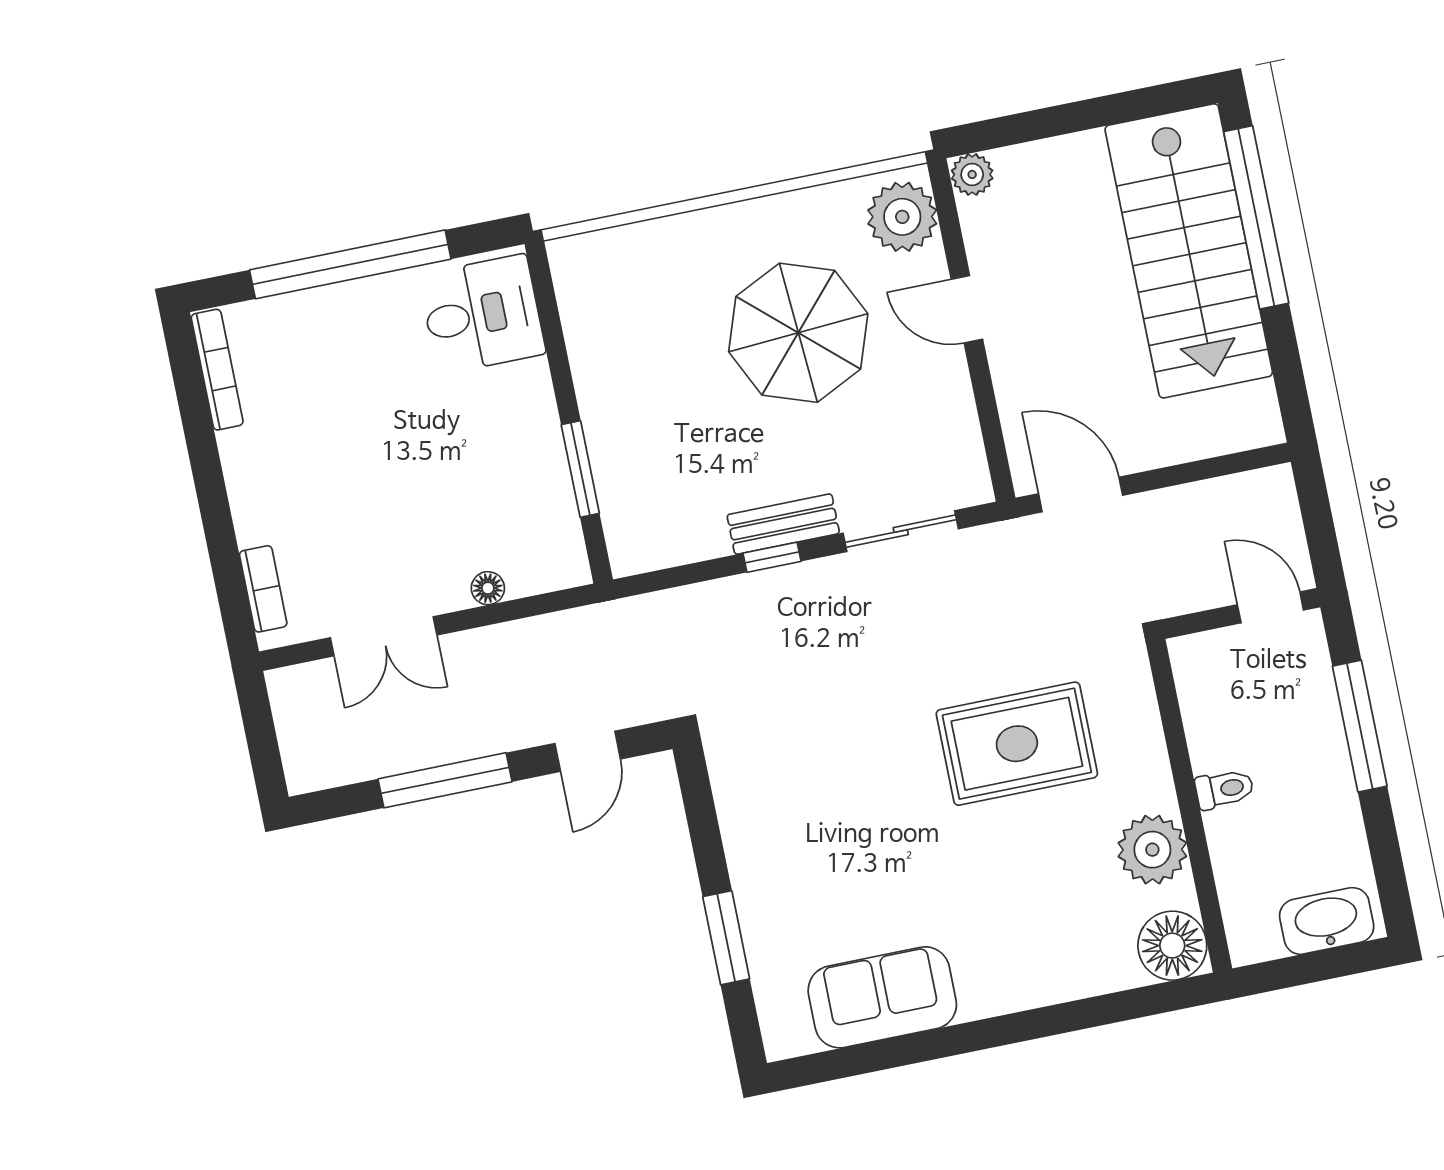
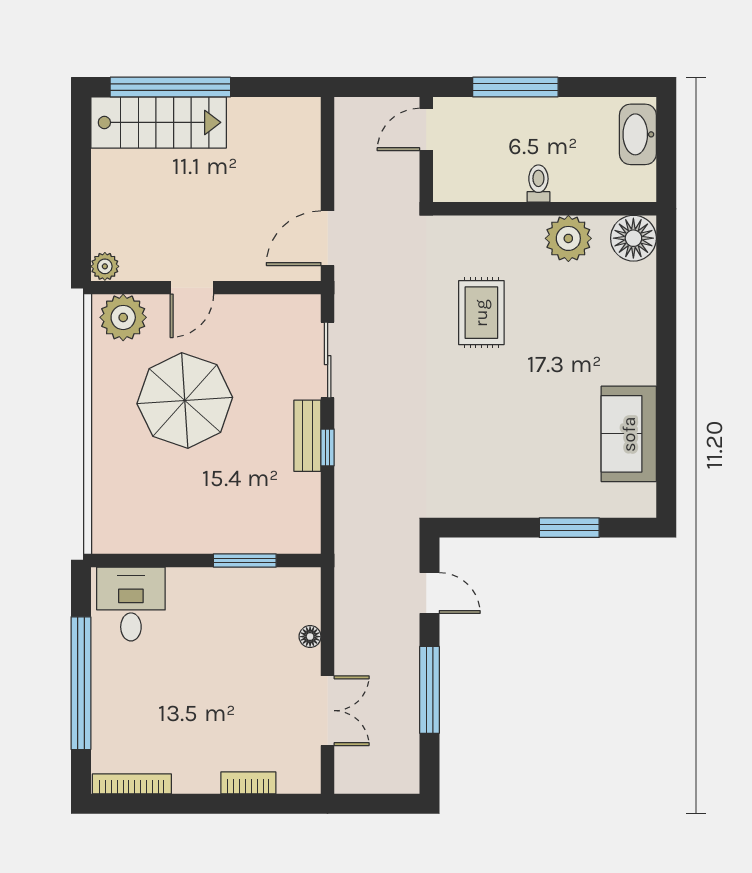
stairs: (1189, 251) -> (159, 122), width x0.73, depth x0.66
bookcase: (263, 589) -> (248, 783), moved
rug: (1017, 744) -> (481, 313), width x0.73, depth x0.70

